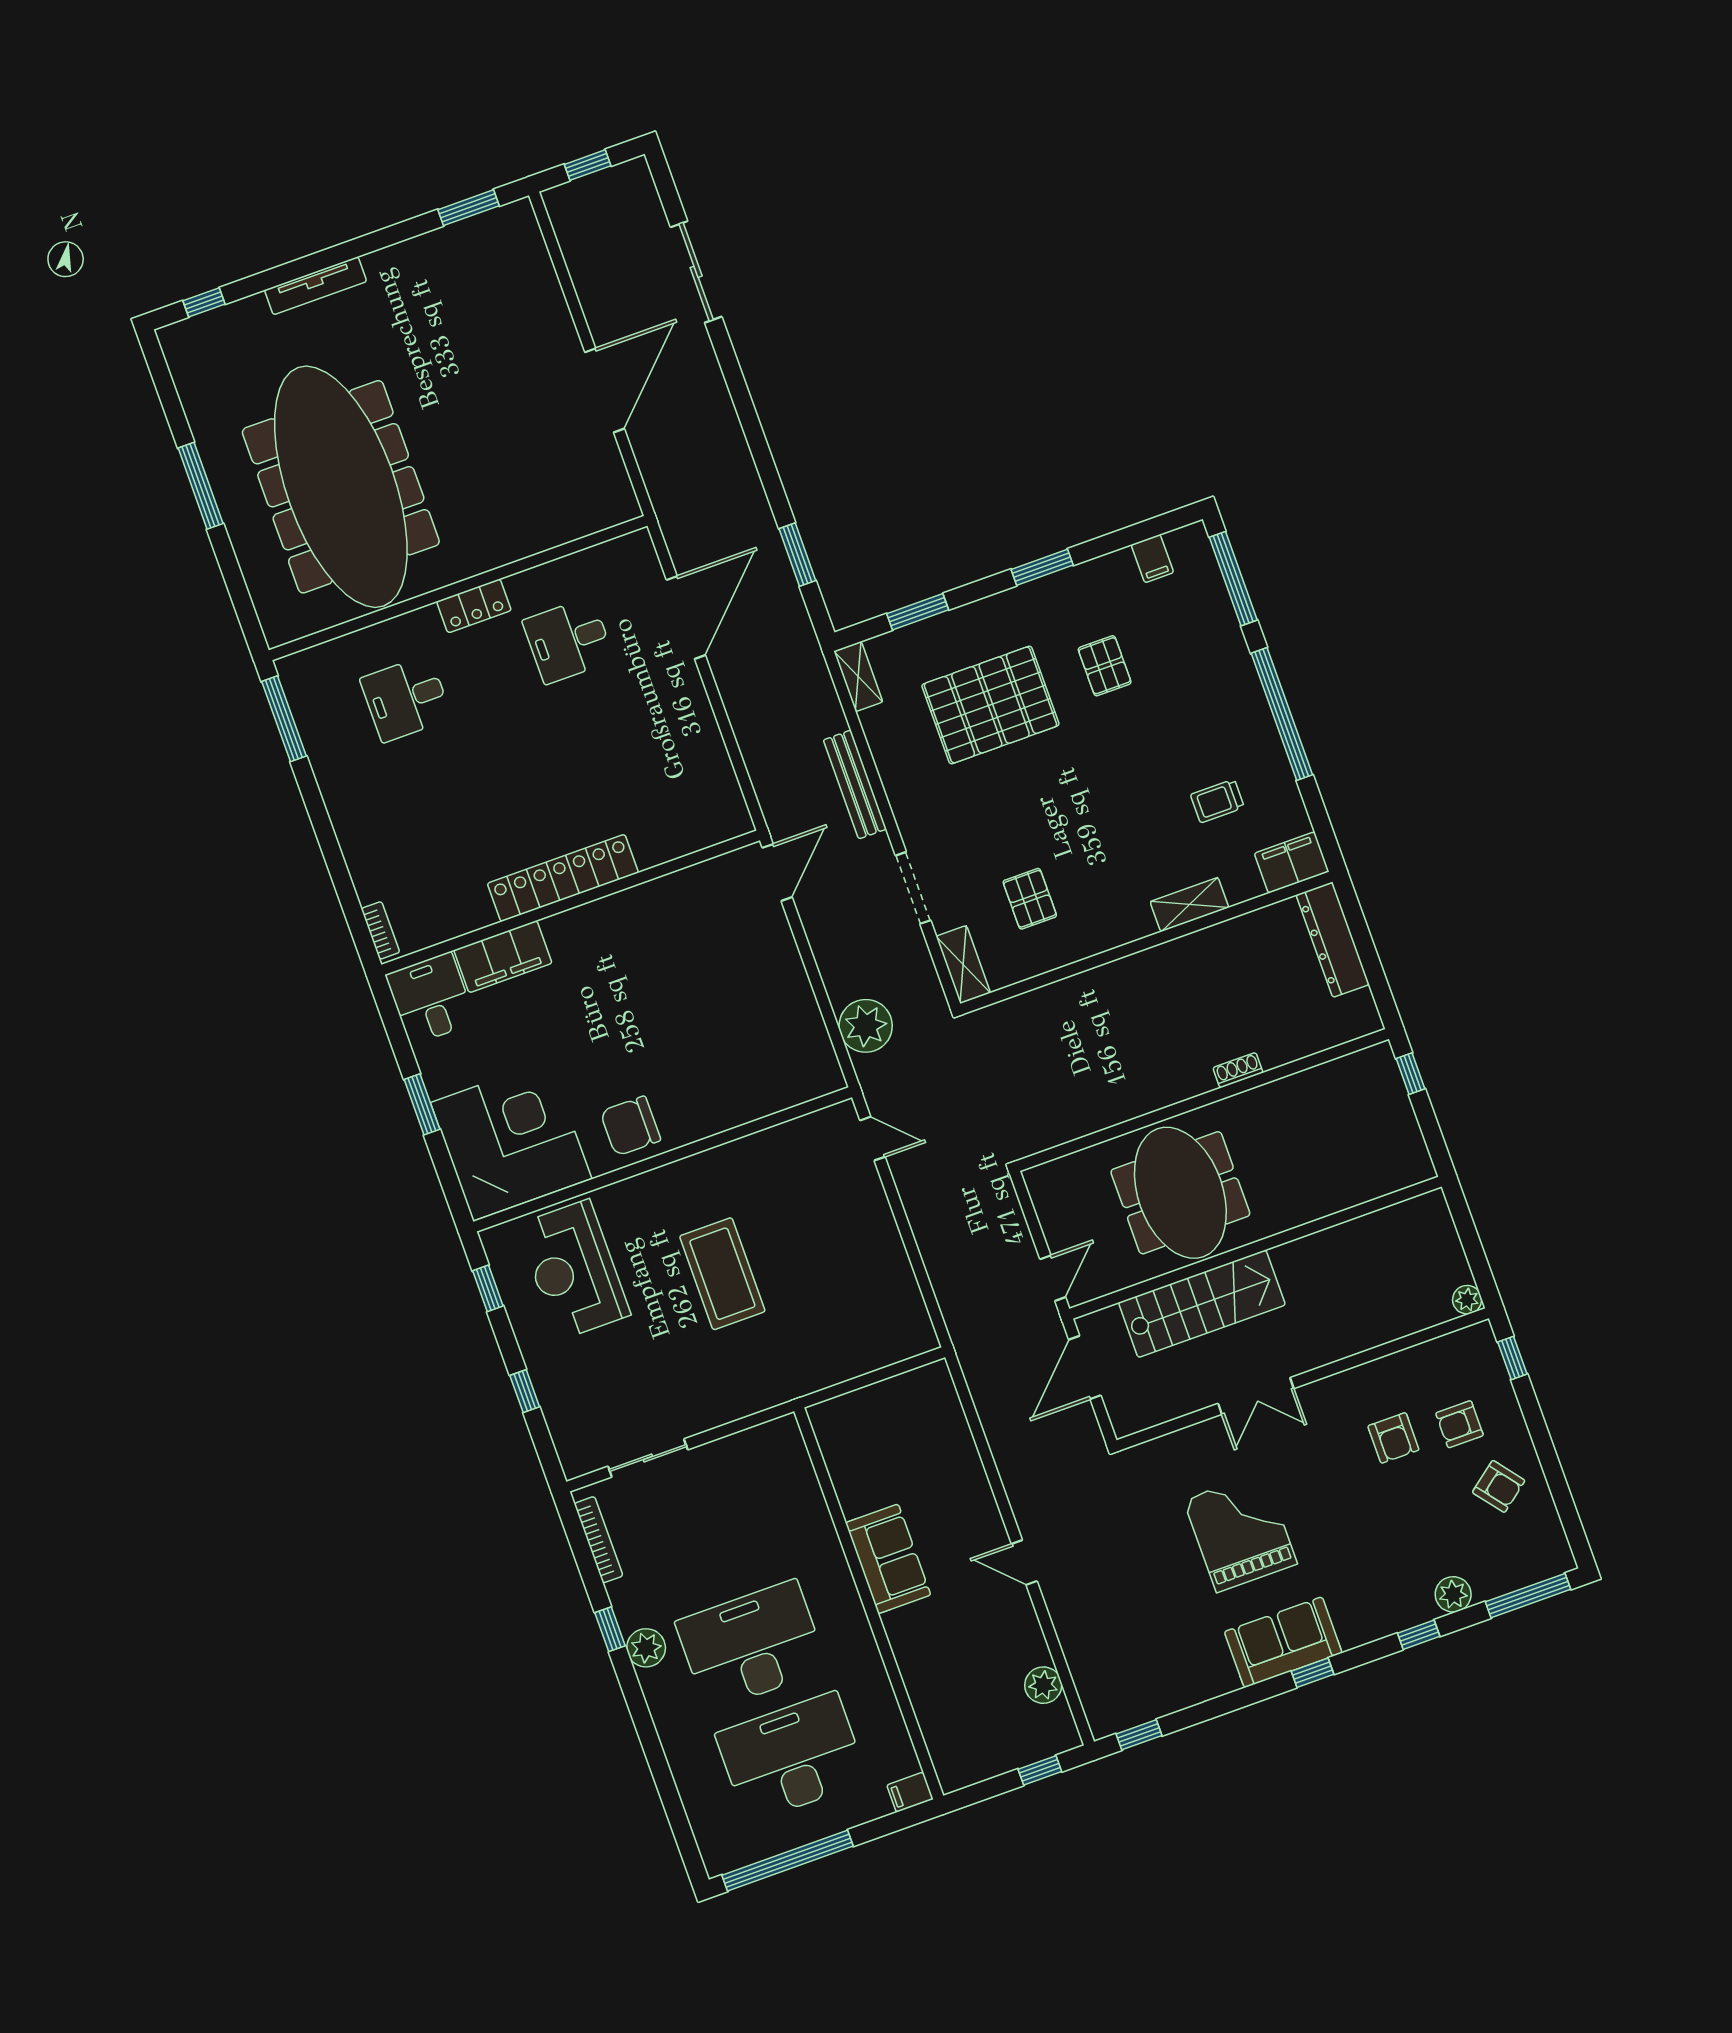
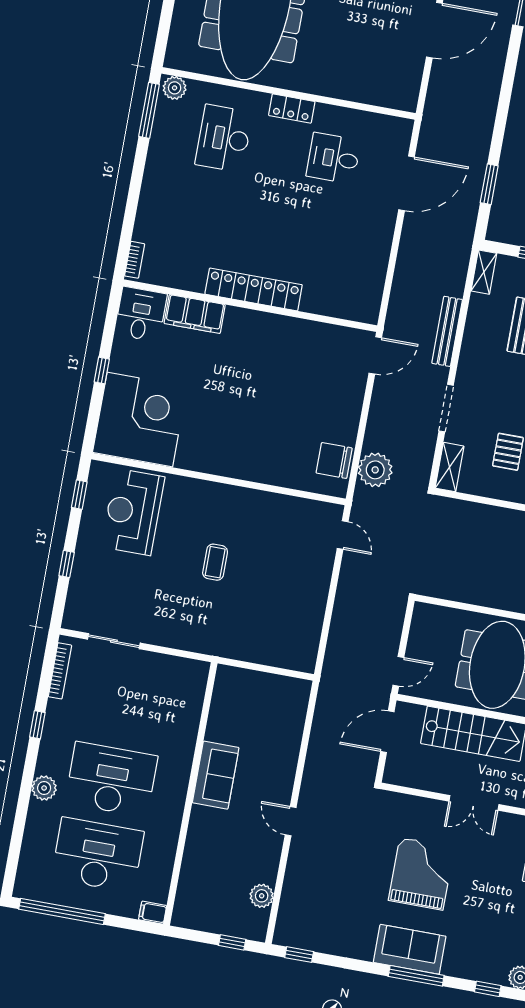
plant: (301, 669) -> (175, 88), added
desk: (406, 698) -> (224, 138), width x1.37
window: (422, 1104) -> (102, 371), width x0.67
chair: (630, 1126) -> (334, 460), moved
coffee table: (722, 1274) -> (215, 562), width x0.54, depth x0.58
plant: (646, 1648) -> (44, 788), moved
window: (1312, 1673) -> (416, 976), width x2.17

